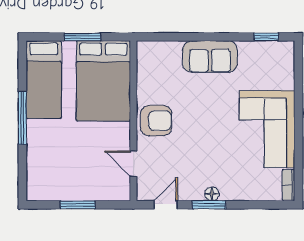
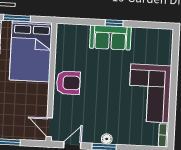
window: (266, 37) -> (114, 23), moved
door: (133, 164) -> (49, 127), moved

